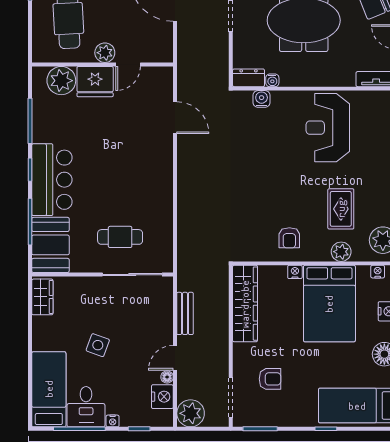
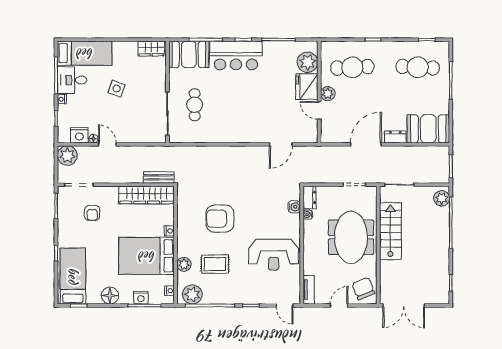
reception desk: (328, 128) -> (274, 255), turned 180
armchair: (289, 238) -> (220, 219), moved, width x1.88, depth x1.88
bench: (185, 313) -> (159, 177), moved

